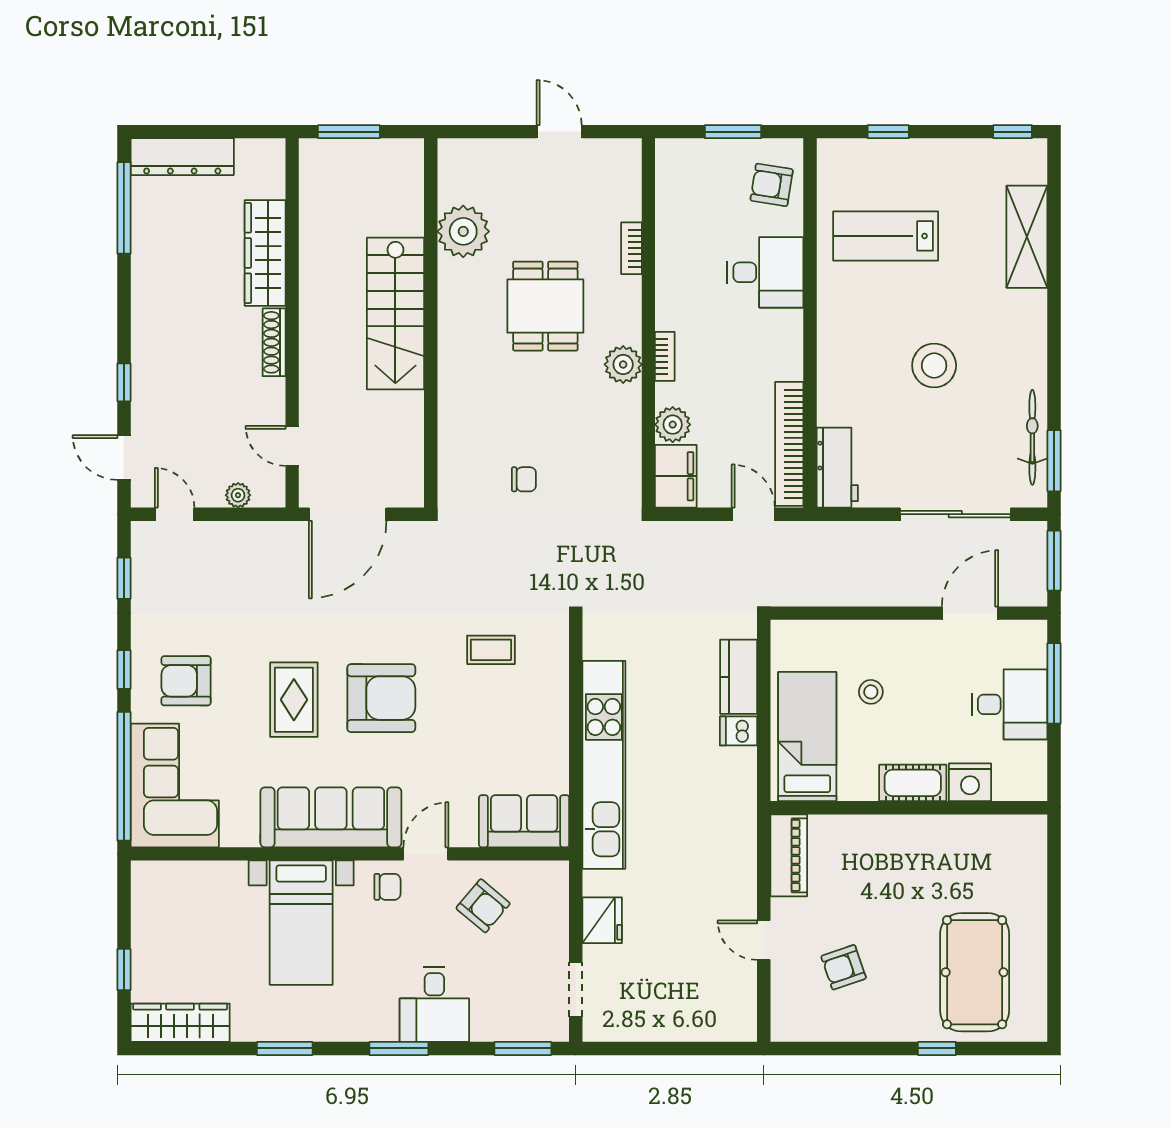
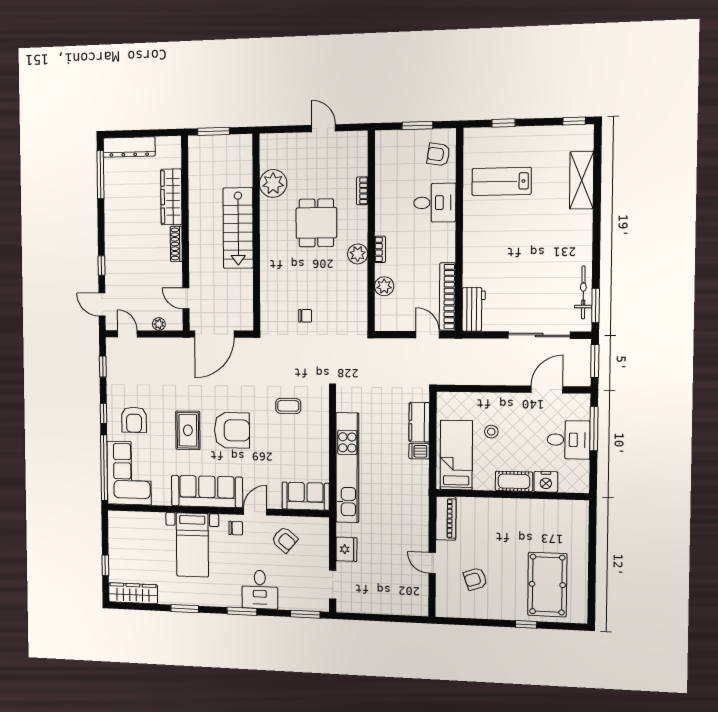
stool: (934, 365) -> (528, 253), removed
filing cabinet: (676, 476) -> (386, 314), removed
armchair: (186, 681) -> (134, 420), turned -90

